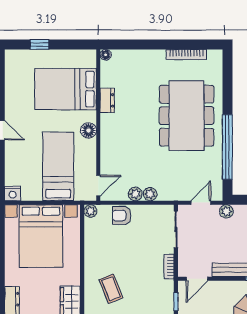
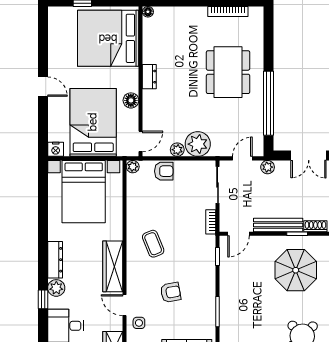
bed: (66, 89) -> (108, 38), width x1.36
dresser: (107, 100) -> (149, 77), moved
dining table: (187, 116) -> (228, 72), width x0.73, depth x0.80
floor lamp: (89, 130) -> (131, 100), moved
bed: (58, 166) -> (93, 122), width x1.50
plant: (150, 194) -> (198, 144), width x1.88, depth x1.88
armchair: (122, 215) -> (164, 171), turned 180

